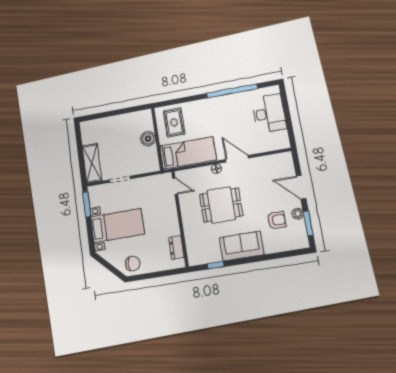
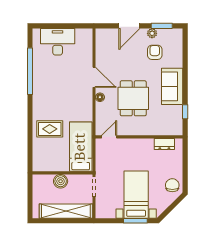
boiler: (148, 139) -> (61, 181), moved
wall: (157, 139) -> (62, 173), moved
bed: (188, 153) -> (81, 147), moved
door: (237, 159) -> (94, 77), swing flipped
shelving: (92, 163) -> (66, 211), width x1.47
window: (87, 204) -> (135, 221), moved

